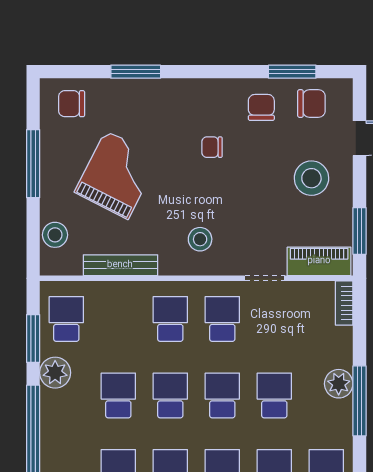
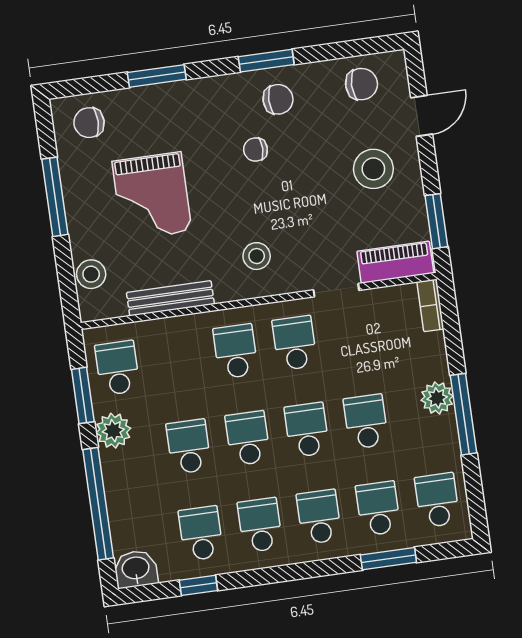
window: (292, 72) -> (266, 61), moved
chair: (261, 107) -> (278, 99), moved, turned 90
grand piano: (117, 175) -> (152, 196), turned 153

